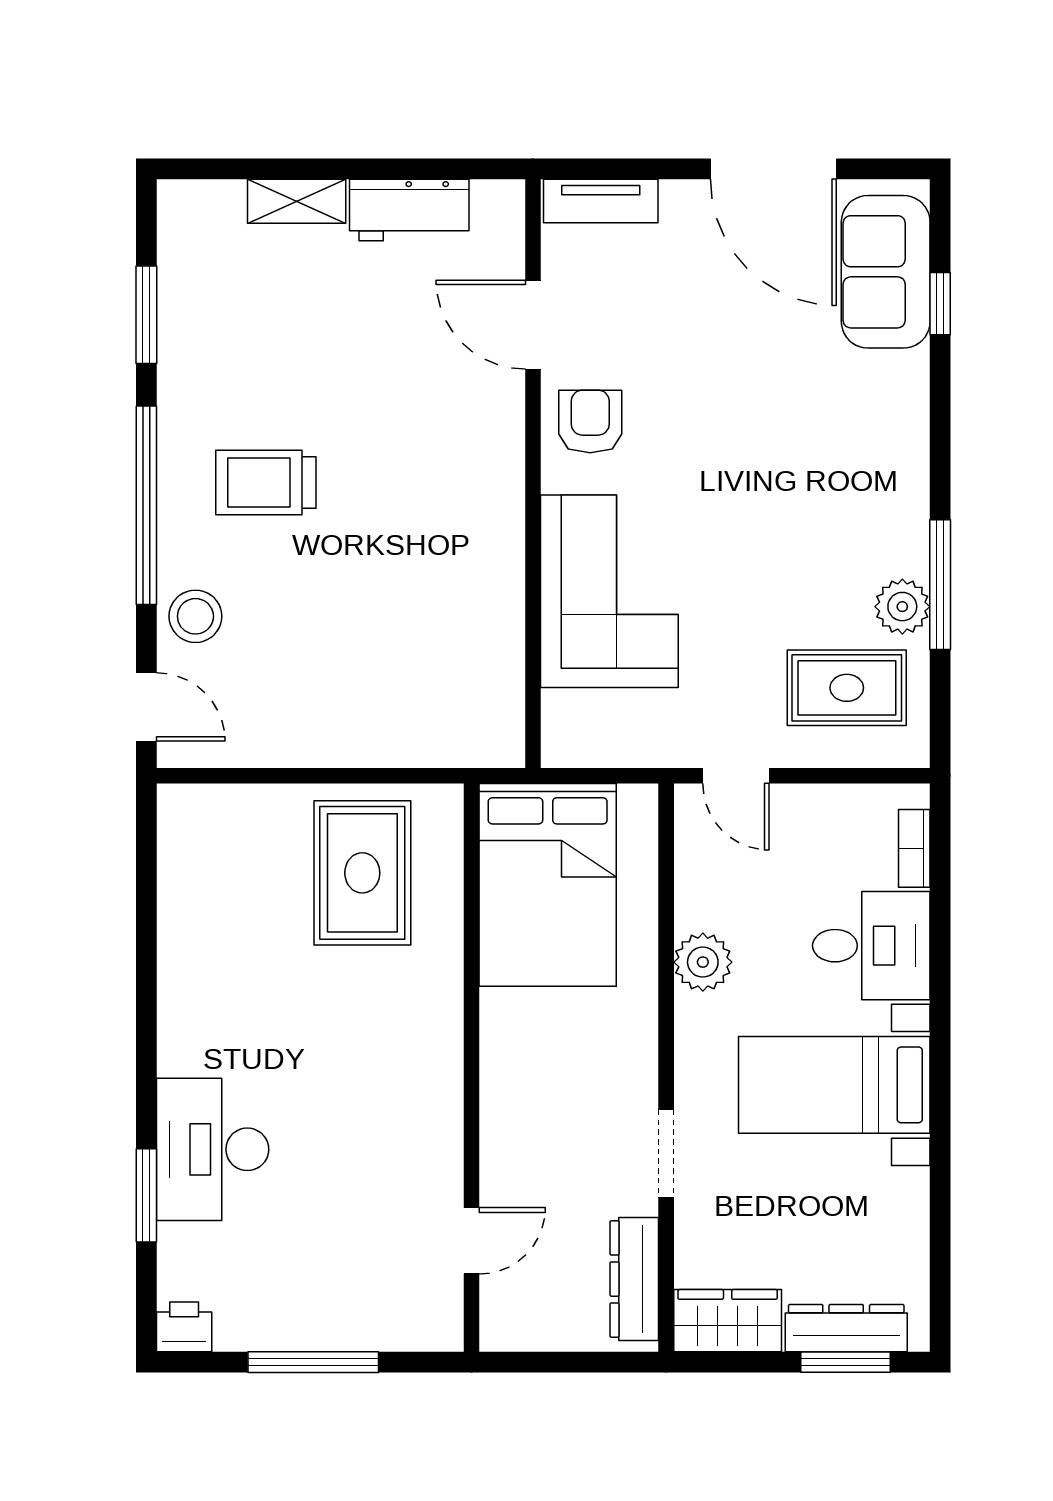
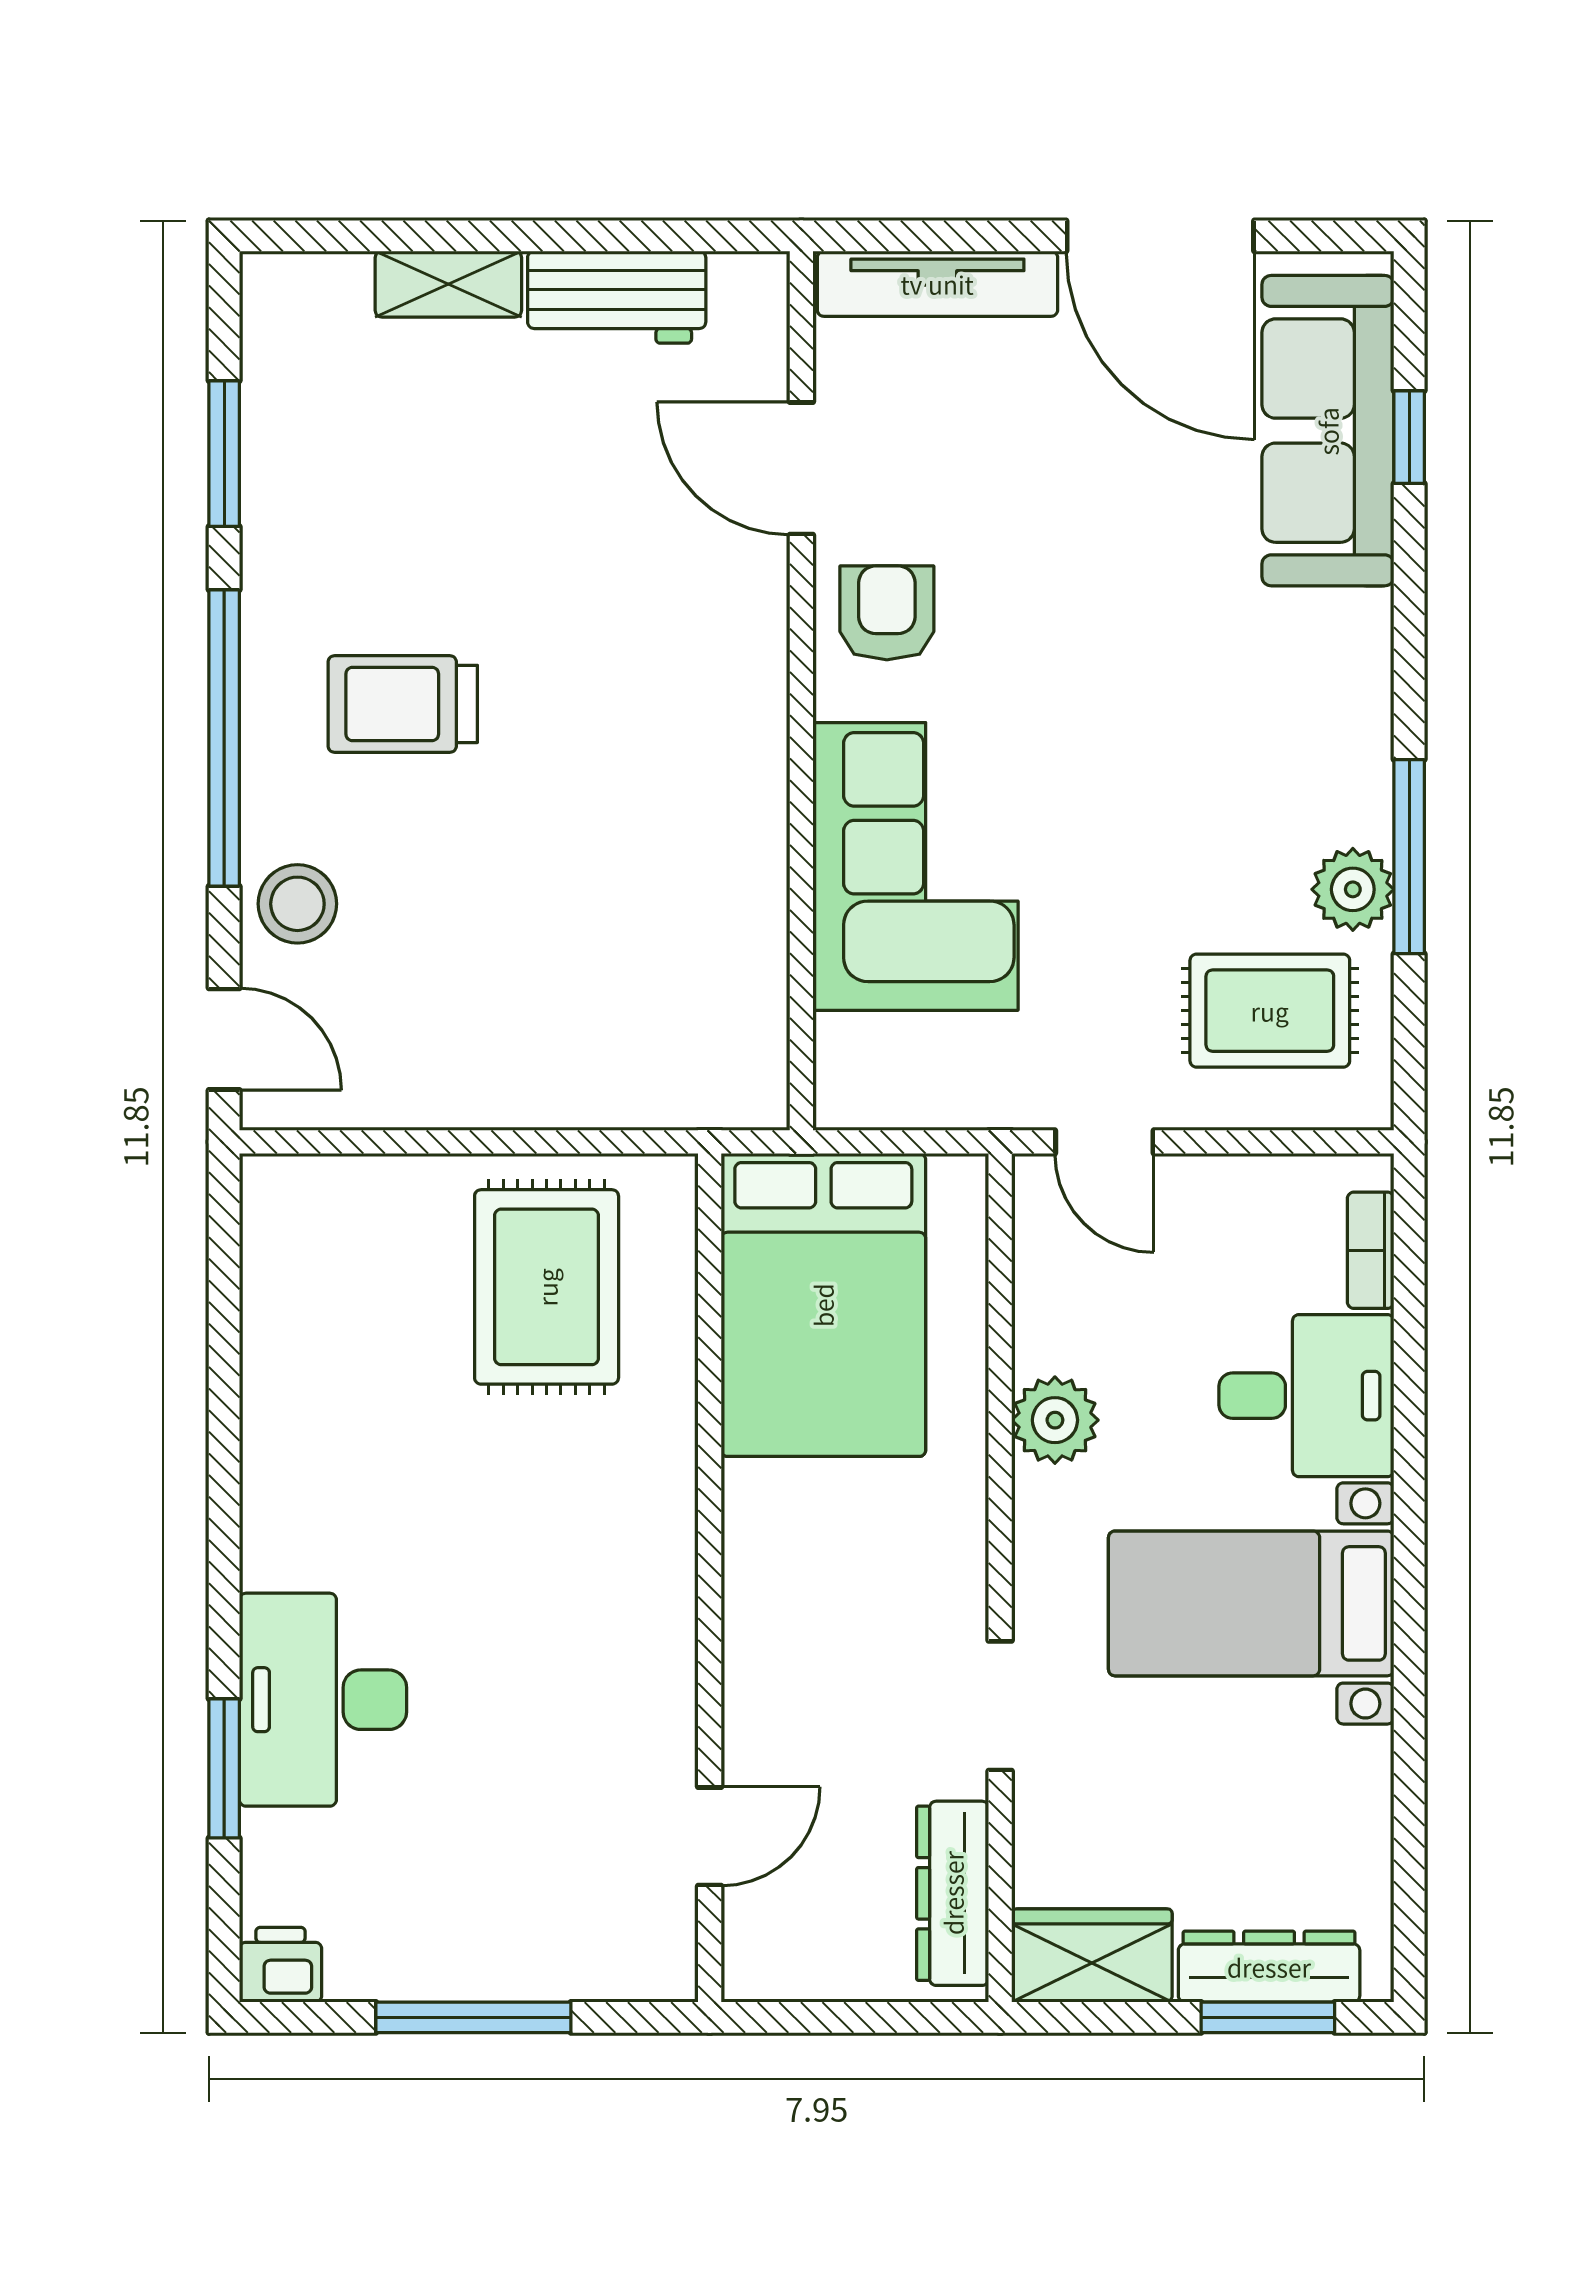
tv unit: (601, 201) -> (937, 284), width x1.41
sofa: (886, 272) -> (1328, 431), width x1.36

